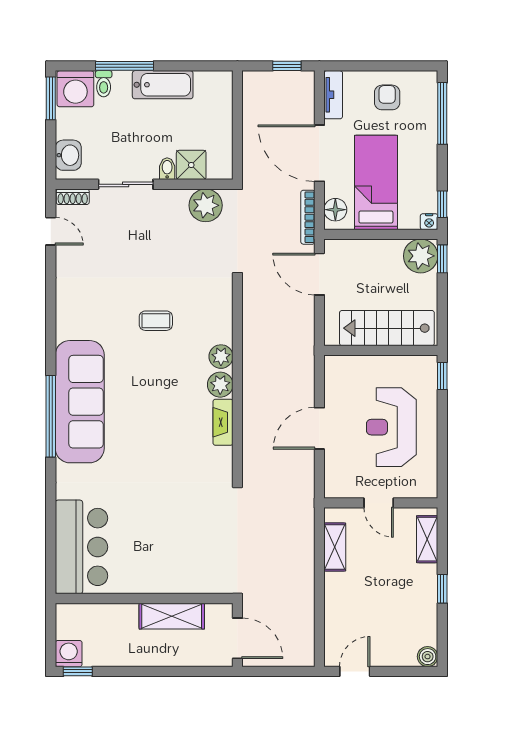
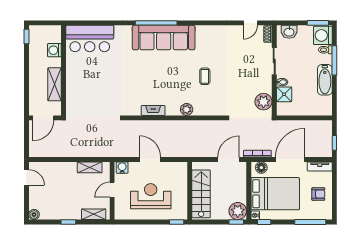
bed: (376, 182) -> (275, 194), width x1.50
plant: (220, 385) -> (172, 109), removed
water cooler: (335, 483) -> (122, 168), added
washing machine: (69, 654) -> (54, 50), moved, turned 180

